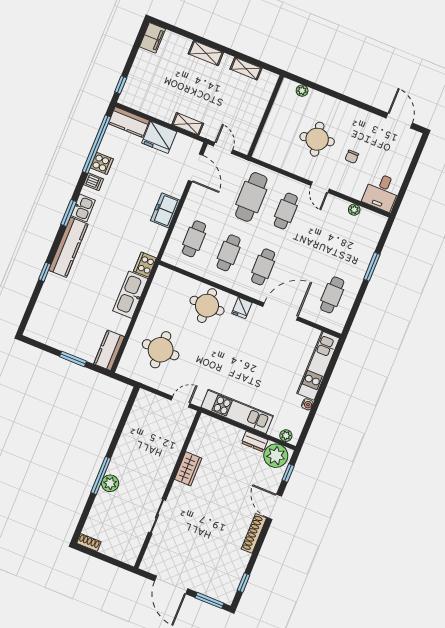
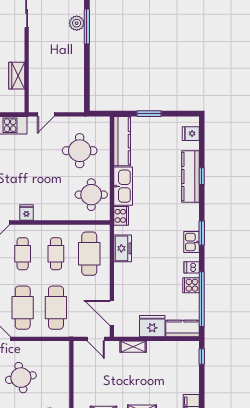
freezer: (165, 210) -> (123, 248), moved
cafe table: (286, 211) -> (23, 308), width x1.37, depth x1.35
cafe table: (194, 239) -> (89, 254), width x1.37, depth x1.35
kitchen counter: (68, 247) -> (190, 176), moved
round table: (207, 306) -> (91, 195), moved
fridge: (38, 321) -> (191, 134), added
kitchen counter: (109, 350) -> (122, 141), width x1.50
wardrobe: (188, 469) -> (17, 76), moved

